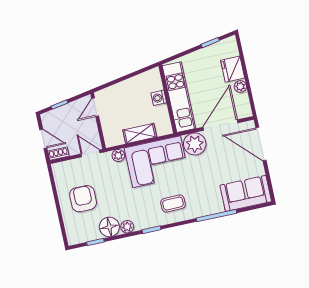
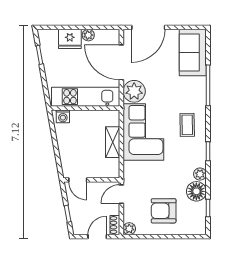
washing machine: (159, 98) -> (63, 116), moved
plant: (118, 155) -> (129, 229), moved

